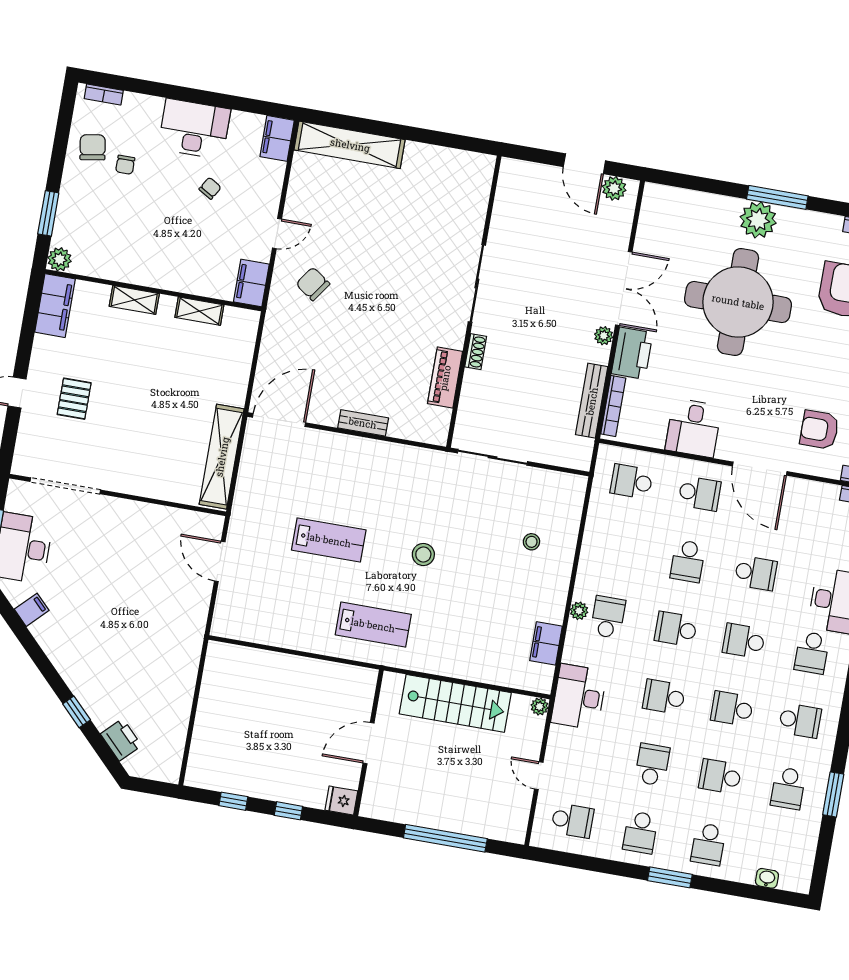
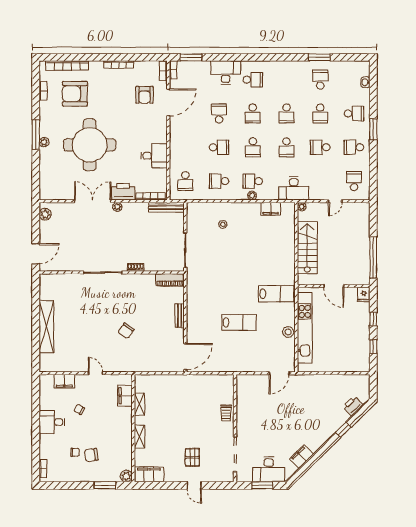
desk: (194, 129) -> (52, 422), width x0.73
filing cabinet: (277, 138) -> (64, 381), moved
shelving: (350, 145) -> (46, 327), moved
chair: (93, 147) -> (91, 455), moved
door: (584, 164) -> (36, 254), moved
plant: (758, 220) -> (44, 142), width x0.53, depth x0.53
filing cabinet: (251, 283) -> (125, 396), moved, turned 90
chair: (313, 284) -> (126, 331), moved
piano: (445, 378) -> (170, 280), moved
pallet: (74, 399) -> (192, 457), turned 90
bench: (592, 401) -> (166, 207), moved
door: (279, 420) -> (185, 357), swing flipped
shelving: (222, 457) -> (208, 381), removed
door: (760, 469) -> (168, 102), moved
trolley: (151, 482) -> (226, 413), added
school desk: (700, 493) -> (219, 181), moved, turned -90
lab bench: (329, 540) -> (239, 322), turned 90
stool: (423, 554) -> (288, 332), moved
door: (220, 561) -> (279, 373), moved
filing cabinet: (32, 610) -> (301, 456), width x2.00
lab bench: (373, 625) -> (276, 294), turned 90
kitchen unit: (295, 670) -> (305, 328), added
school desk: (800, 721) -> (287, 80), removed
school desk: (788, 788) -> (320, 80), turned -90
school desk: (640, 832) -> (354, 147), turned 180
window: (445, 838) -> (373, 258), moved

